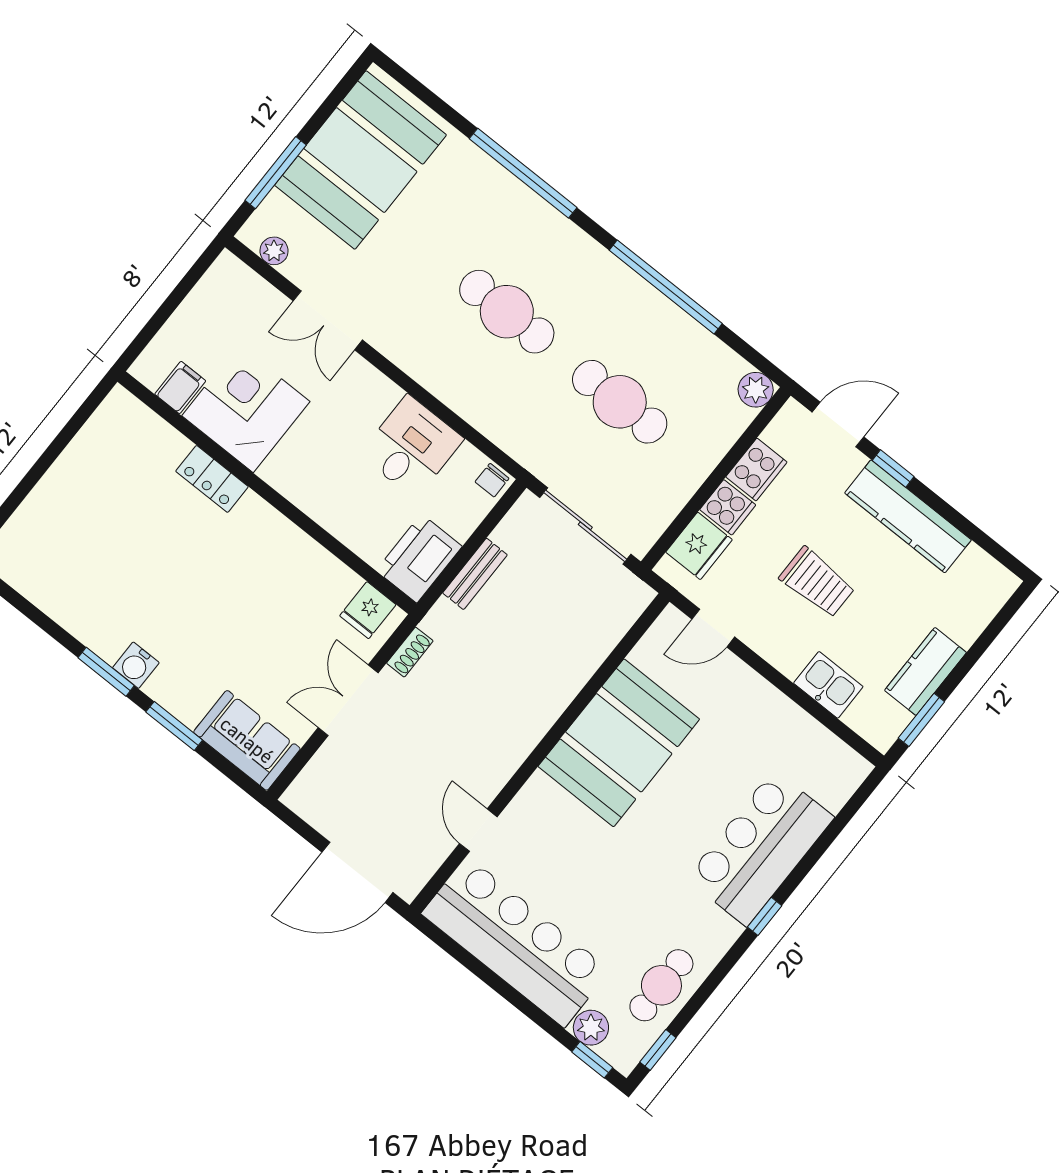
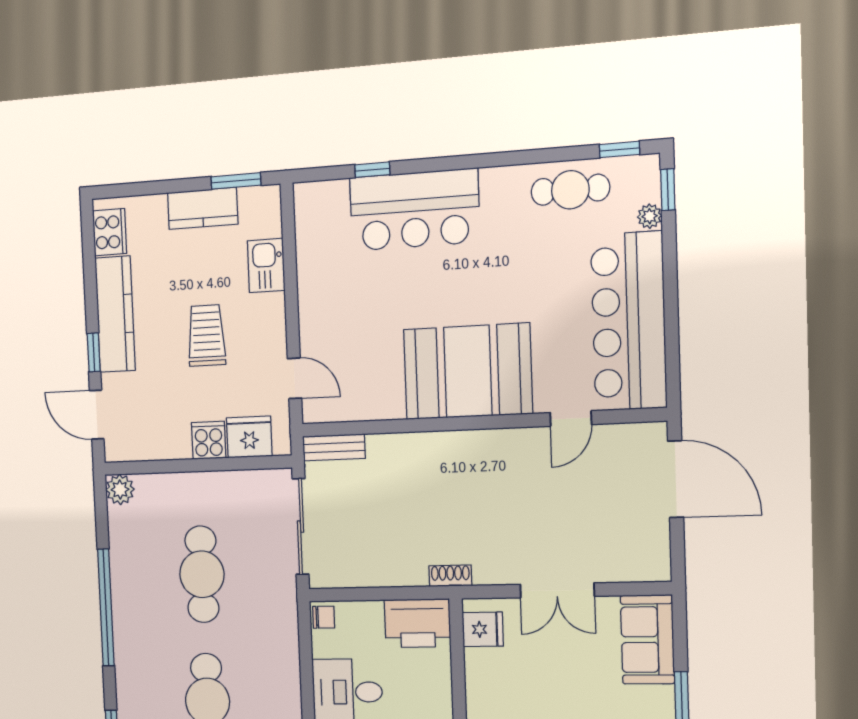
cooker: (756, 470) -> (110, 232), moved, turned 90
bench: (475, 574) -> (334, 447), moved
shoe rack: (410, 652) -> (450, 576), moved
booth: (619, 743) -> (468, 371), moved
window: (765, 916) -> (372, 170), moved
plant: (591, 1028) -> (650, 216), width x0.73, depth x0.73

